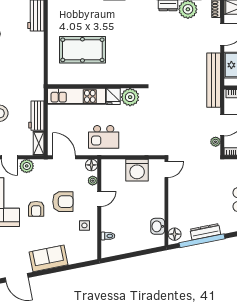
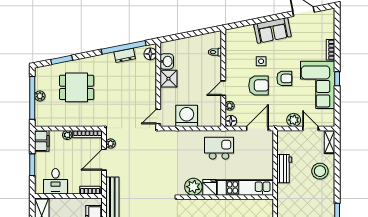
shelving: (39, 143) -> (282, 142), removed
door: (64, 157) -> (257, 128), swing flipped
armchair: (63, 202) -> (259, 85), turned 180
armchair: (36, 209) -> (284, 78), turned 90
shower: (156, 209) -> (168, 79), added
side table: (84, 225) -> (261, 61), moved
dresser: (205, 232) -> (125, 55), width x0.70

